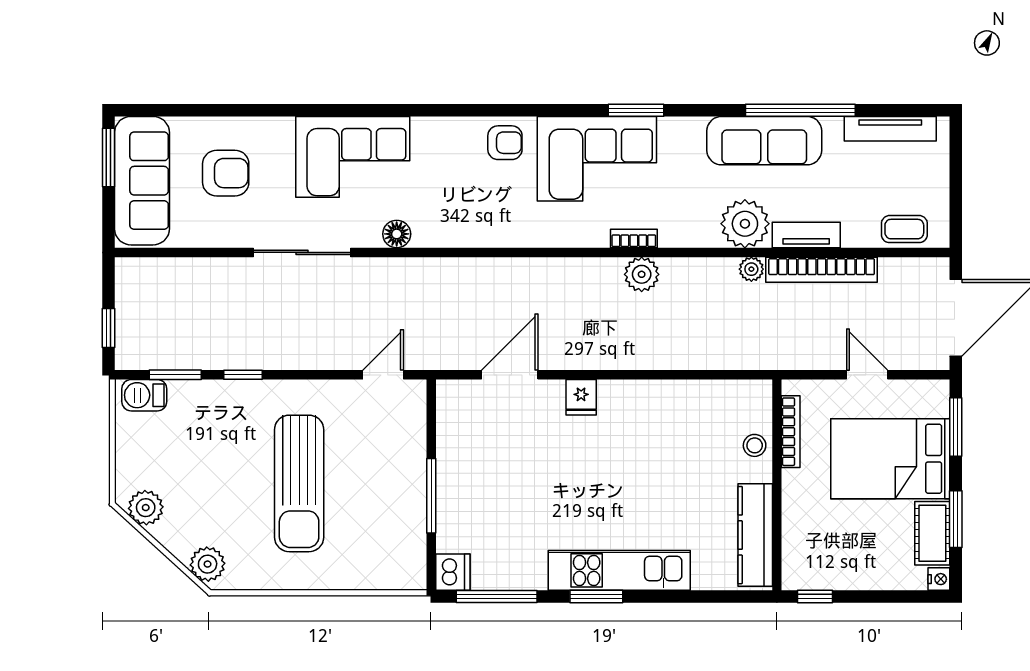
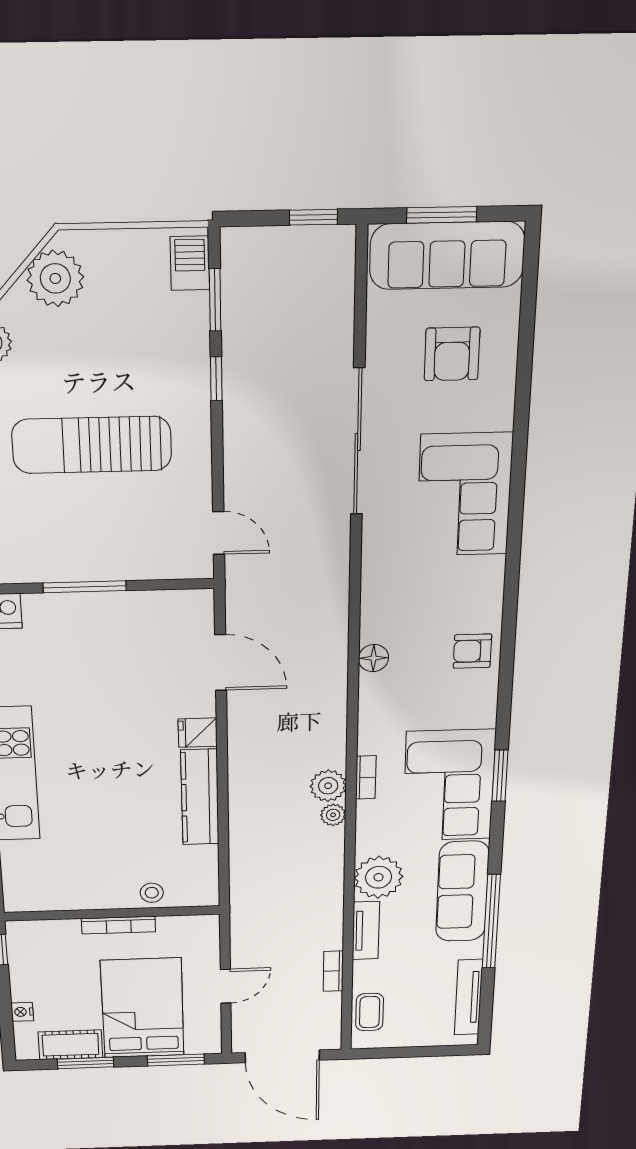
armchair: (505, 143) -> (472, 651), turned 90
window: (109, 158) -> (442, 215), moved
corner sofa: (597, 159) -> (449, 785), moved
floor lamp: (397, 234) -> (373, 658), moved
sliding door: (302, 252) -> (358, 442), width x1.36
plant: (751, 269) -> (333, 815), moved
bookcase: (822, 270) -> (333, 971), width x0.43, depth x0.76
window: (109, 328) -> (313, 217), moved
bookcase: (791, 432) -> (119, 925), moved
plant: (146, 508) -> (55, 278), width x1.36, depth x1.36
kitchen counter: (755, 535) -> (200, 797), moved, turned -90
nightstand: (939, 579) -> (22, 1012), moved, turned 90

